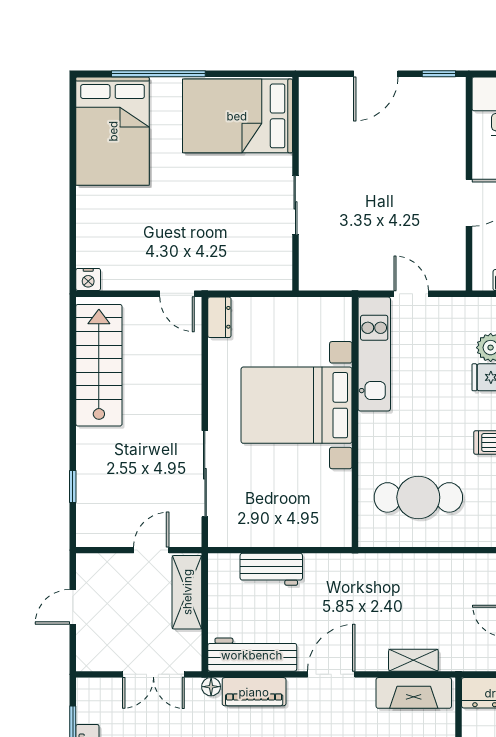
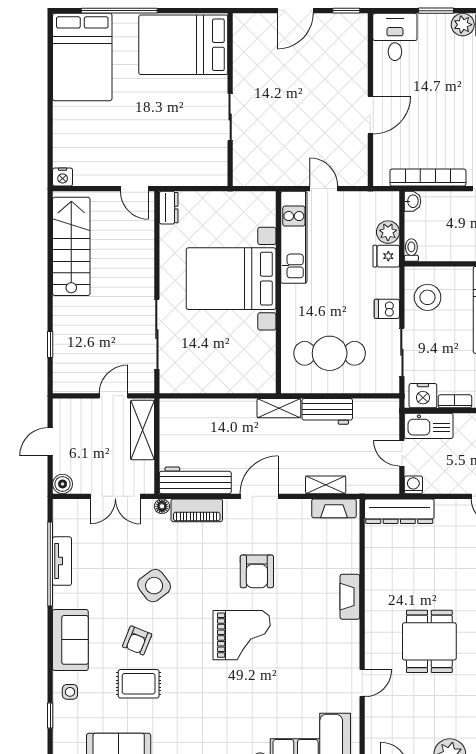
shelving: (356, 565) -> (279, 408), added
workbench: (271, 569) -> (327, 411), moved
boiler: (88, 659) -> (63, 484), added
fireplace: (414, 693) -> (334, 508), width x0.73, depth x0.76

